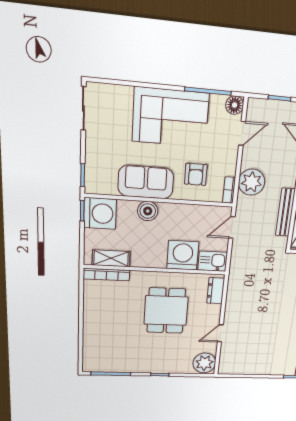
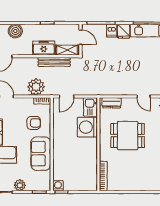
plant: (95, 144) -> (20, 185), added
boiler: (148, 211) -> (59, 152), removed
washing machine: (100, 213) -> (58, 186), width x0.53, depth x0.53
door: (232, 227) -> (67, 96), hinge flipped
shelving: (111, 258) -> (92, 173), removed

